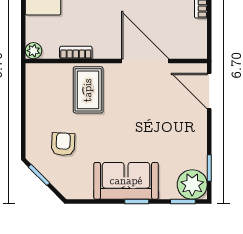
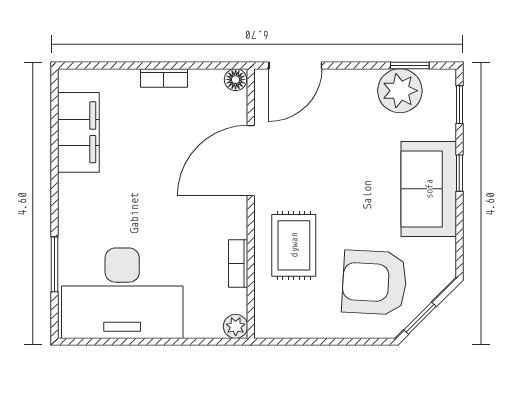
floor lamp: (200, 51) -> (236, 80), added
rug: (88, 90) -> (294, 245), turned 90
armchair: (63, 144) -> (374, 282), width x1.88, depth x1.88
plant: (192, 185) -> (400, 91), moved

